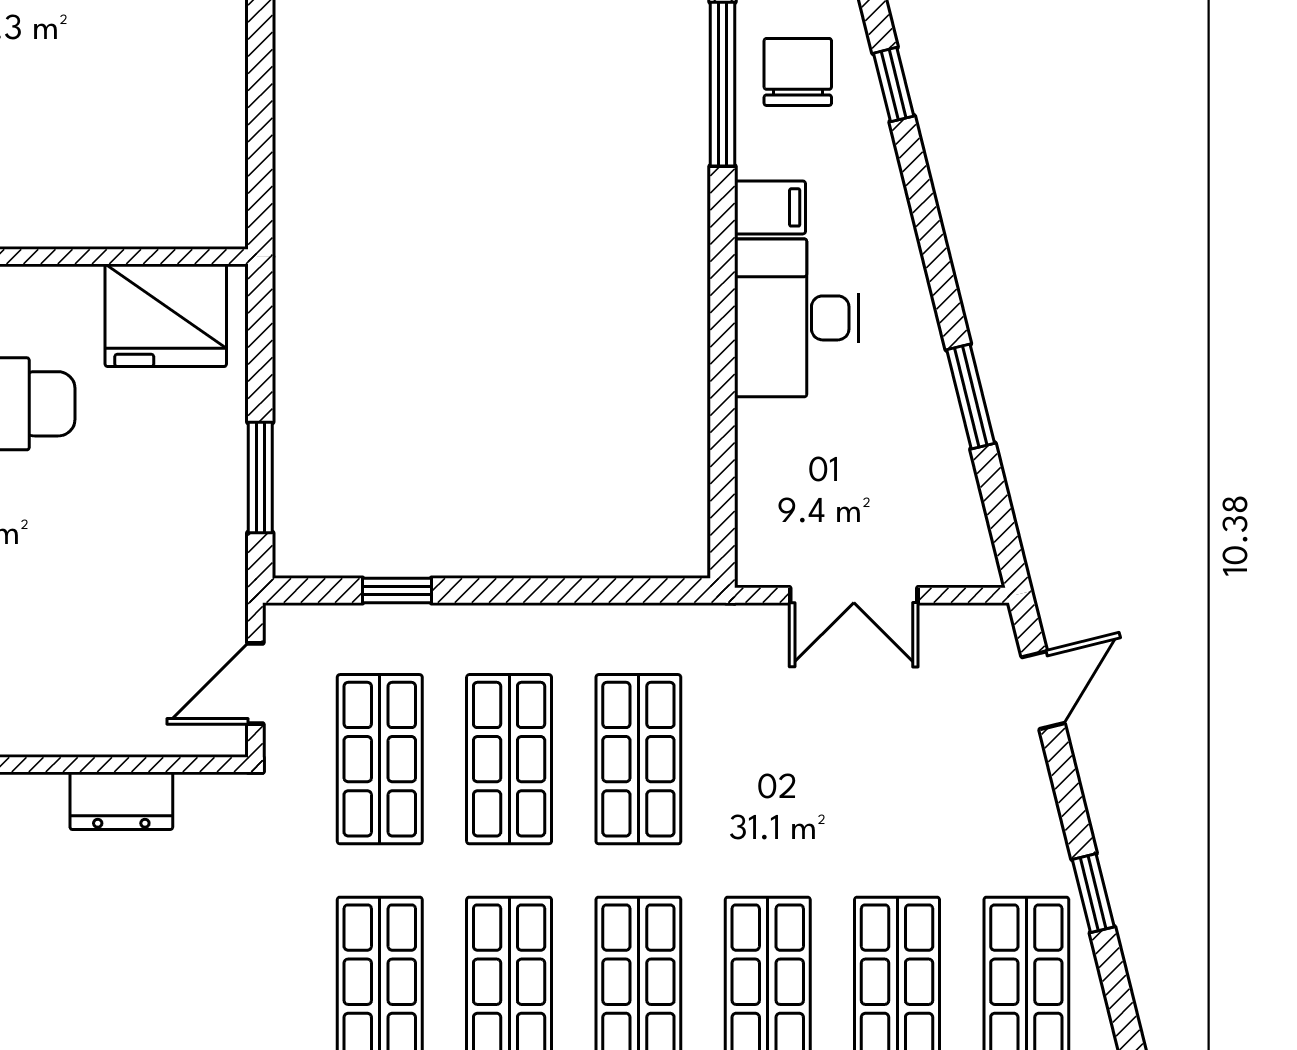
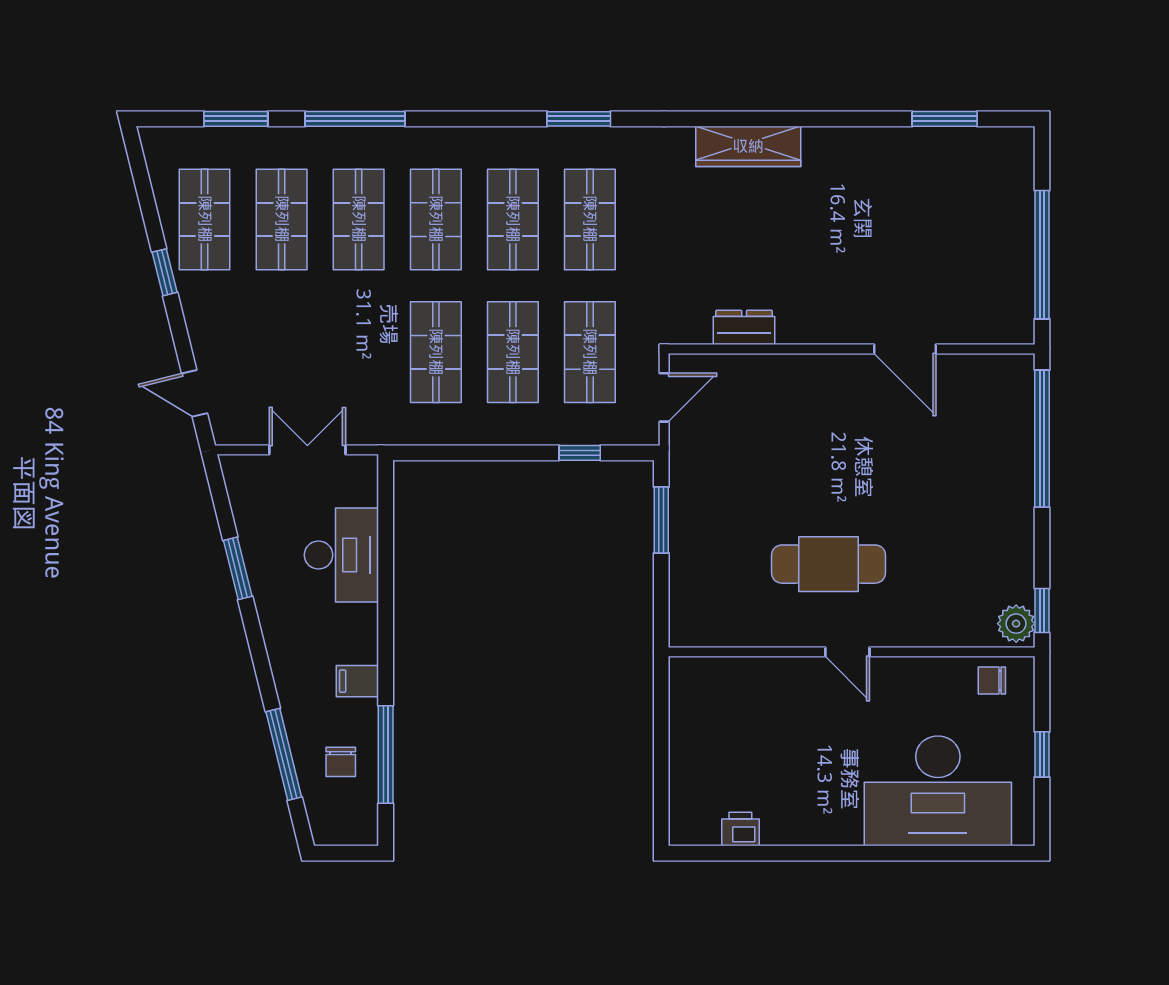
chair: (798, 72) -> (341, 762), width x0.73, depth x0.73
window: (894, 85) -> (284, 754), width x2.17
fridge: (166, 315) -> (718, 617), removed
desk: (797, 318) -> (341, 555), moved
door: (1043, 690) -> (195, 393), hinge flipped

